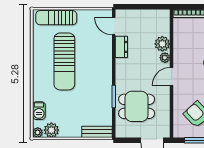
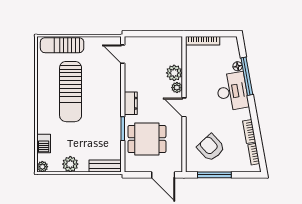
dresser: (121, 47) -> (131, 103), moved
door: (172, 76) -> (184, 107), hinge flipped
plant: (51, 130) -> (70, 164), moved

